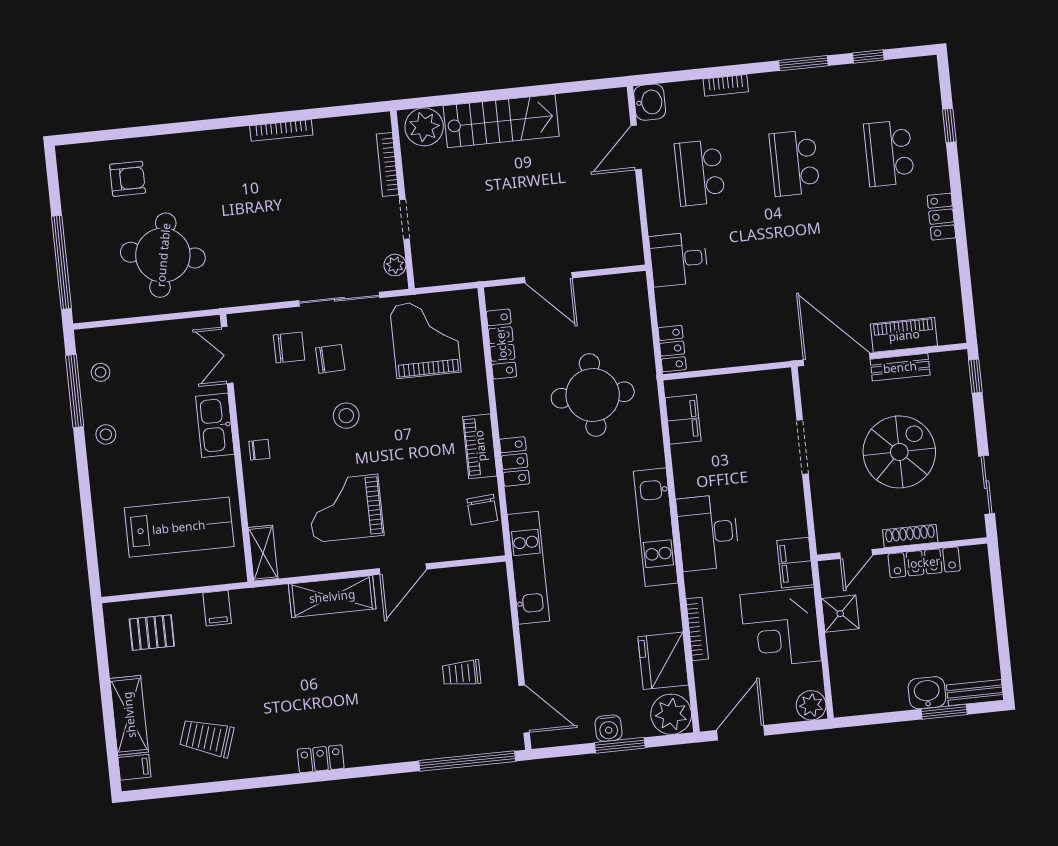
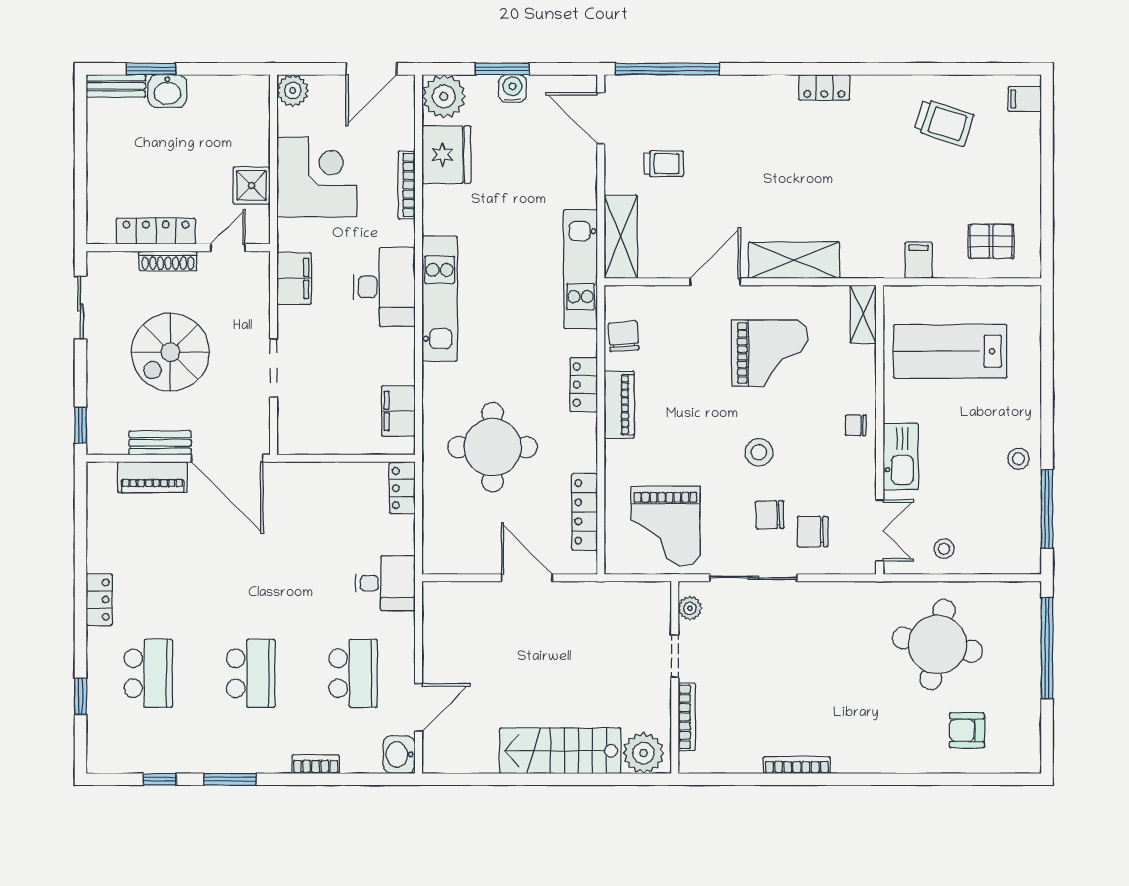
stool: (101, 372) -> (944, 549), moved
filing cabinet: (795, 563) -> (294, 278), moved
shelving: (129, 715) -> (621, 237), moved

